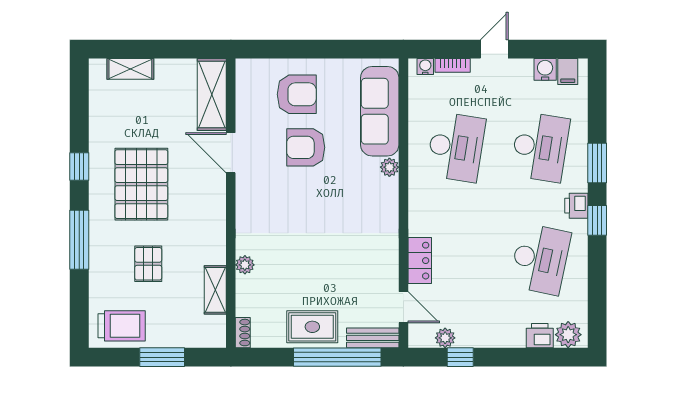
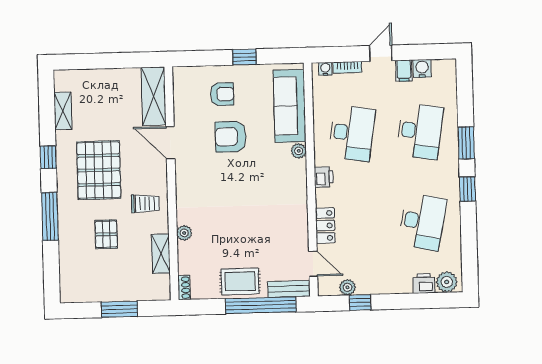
window: (326, 49) -> (244, 57), added
shelving: (130, 69) -> (63, 111), moved, turned 90
filing cabinet: (568, 72) -> (404, 71), moved
armchair: (297, 94) -> (222, 94), width x0.72, depth x0.72
printer: (576, 206) -> (324, 177), moved, turned 180
trolley: (122, 326) -> (145, 204), moved, width x0.73, depth x0.72

